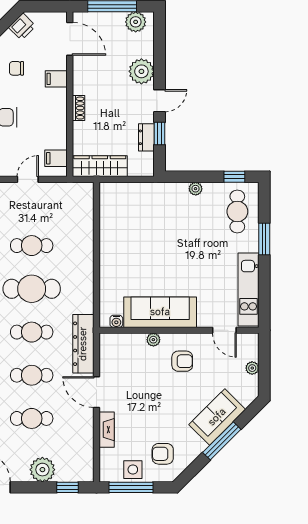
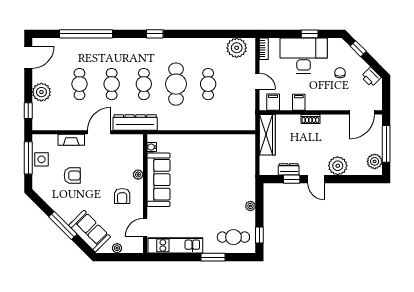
filing cabinet: (56, 79) -> (299, 102), moved
sofa: (217, 417) -> (90, 231), moved
armchair: (163, 454) -> (72, 176), moved, turned 90

